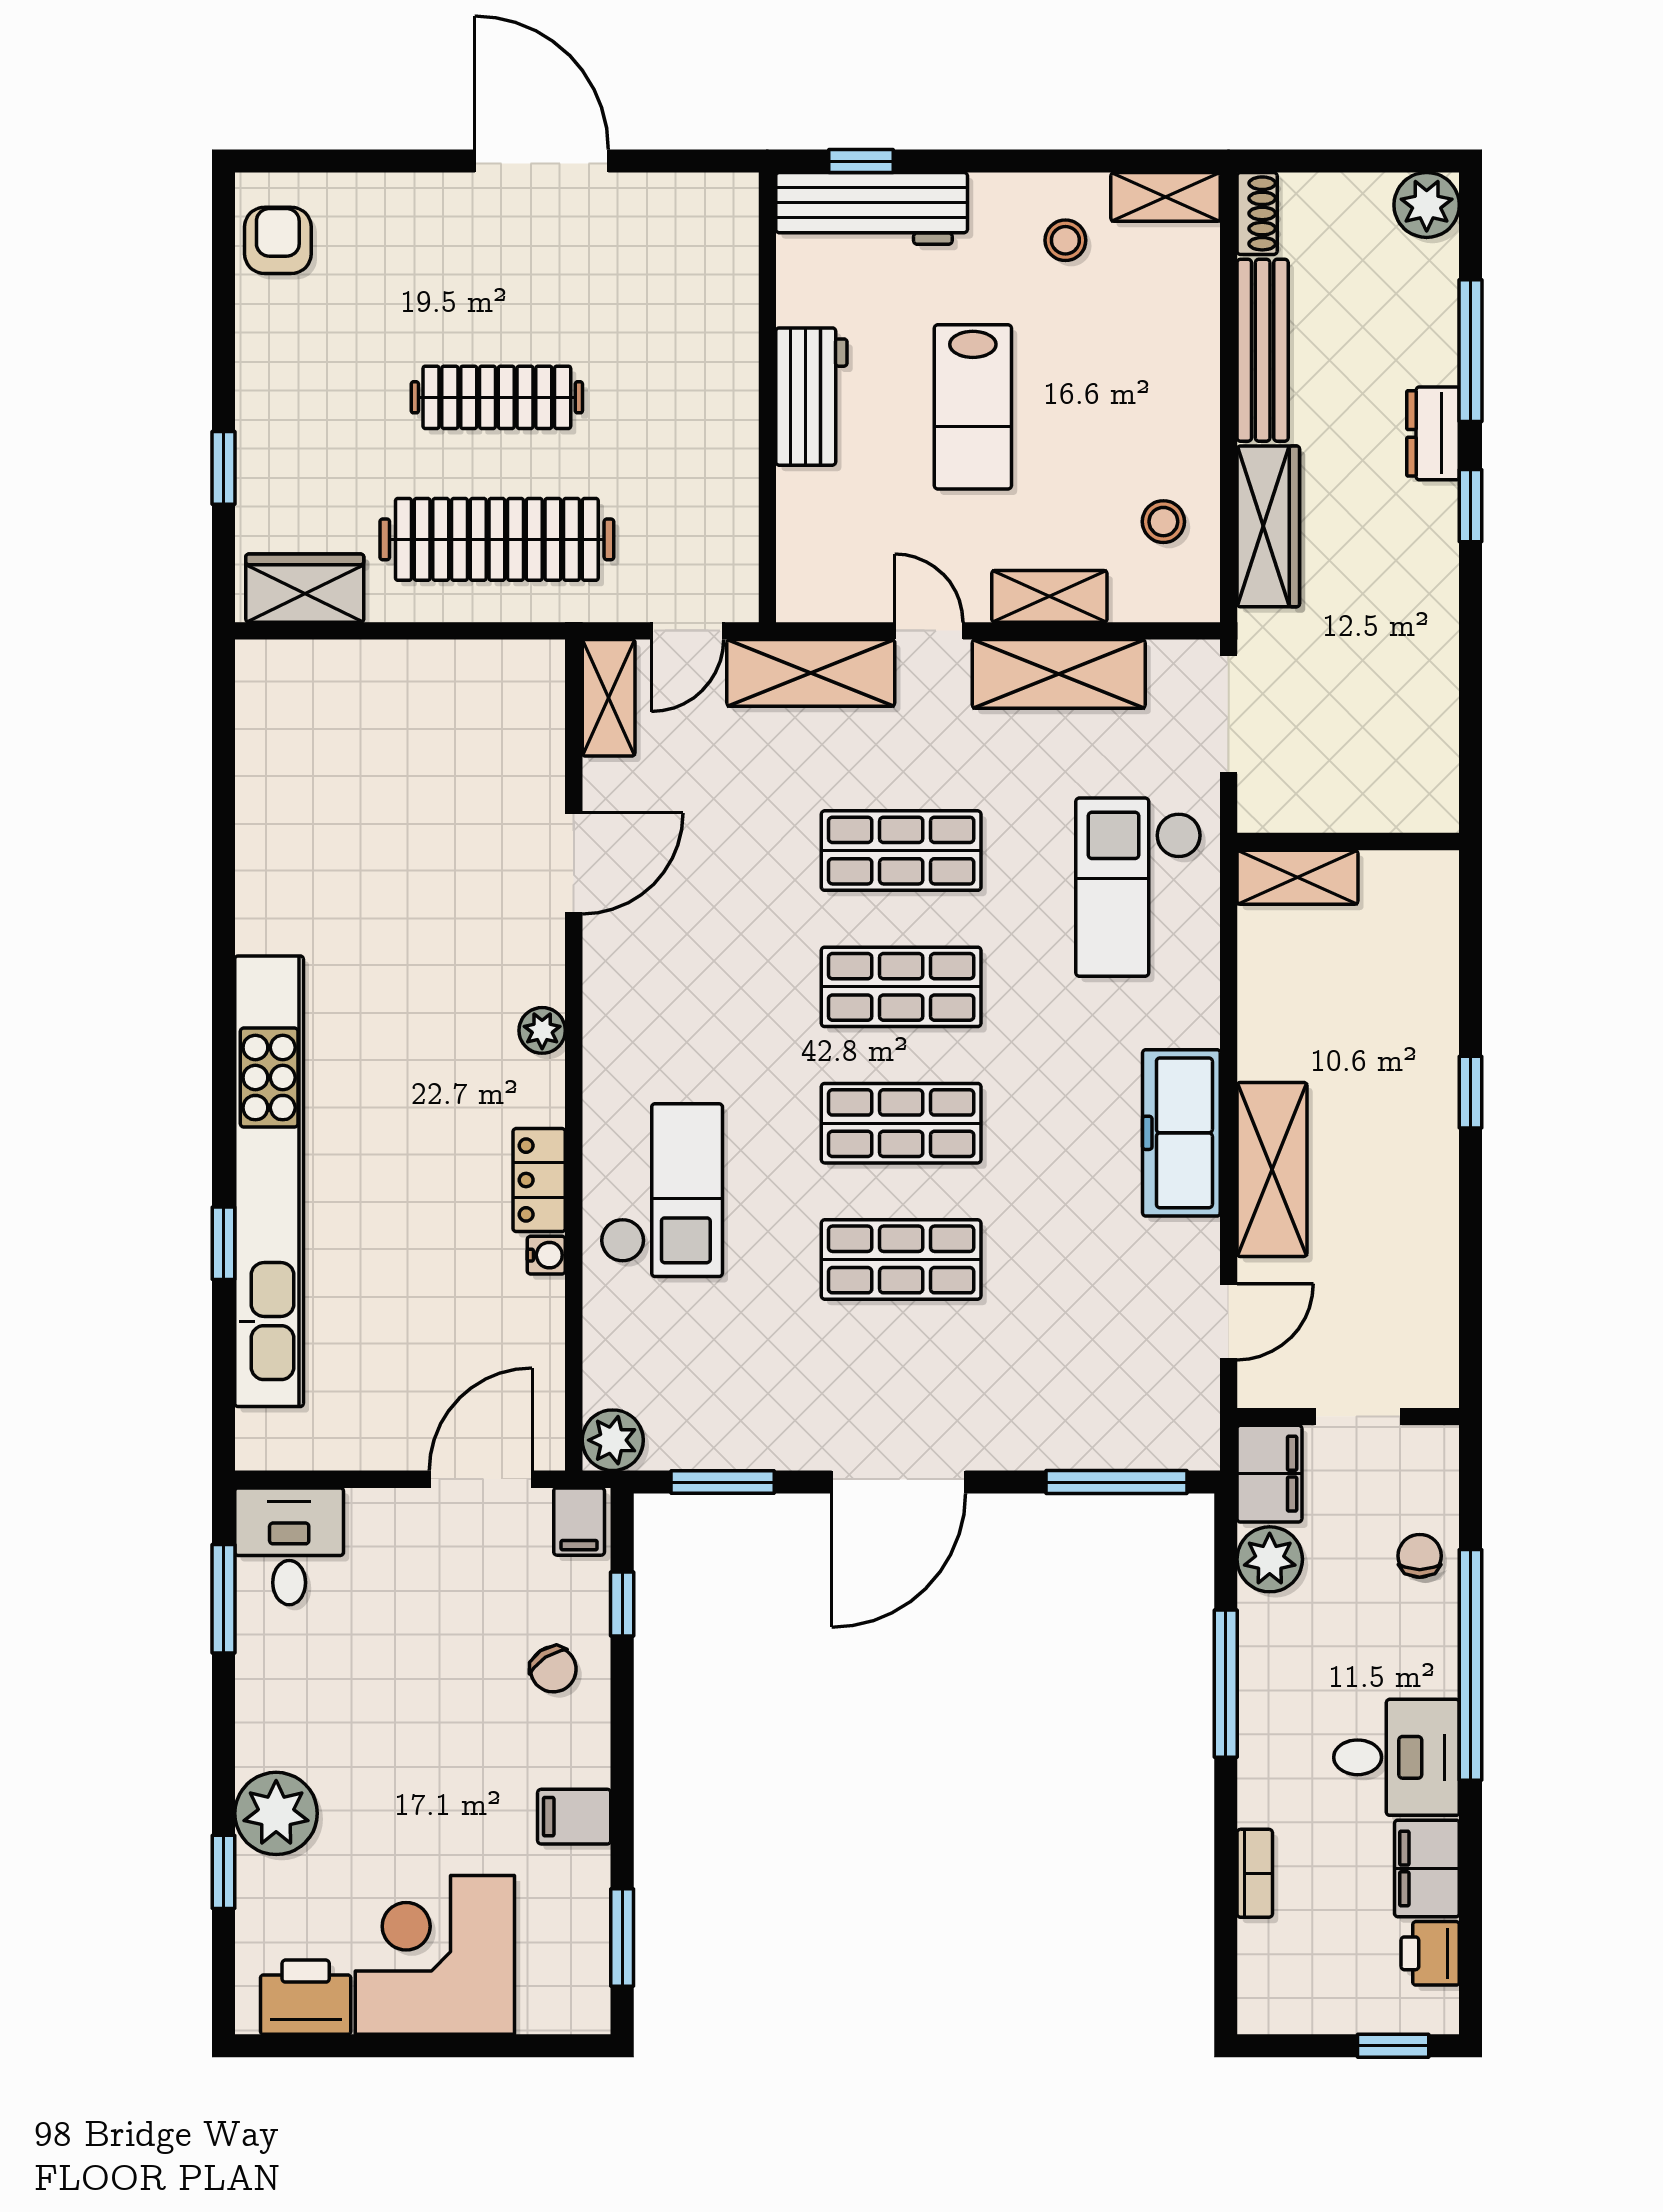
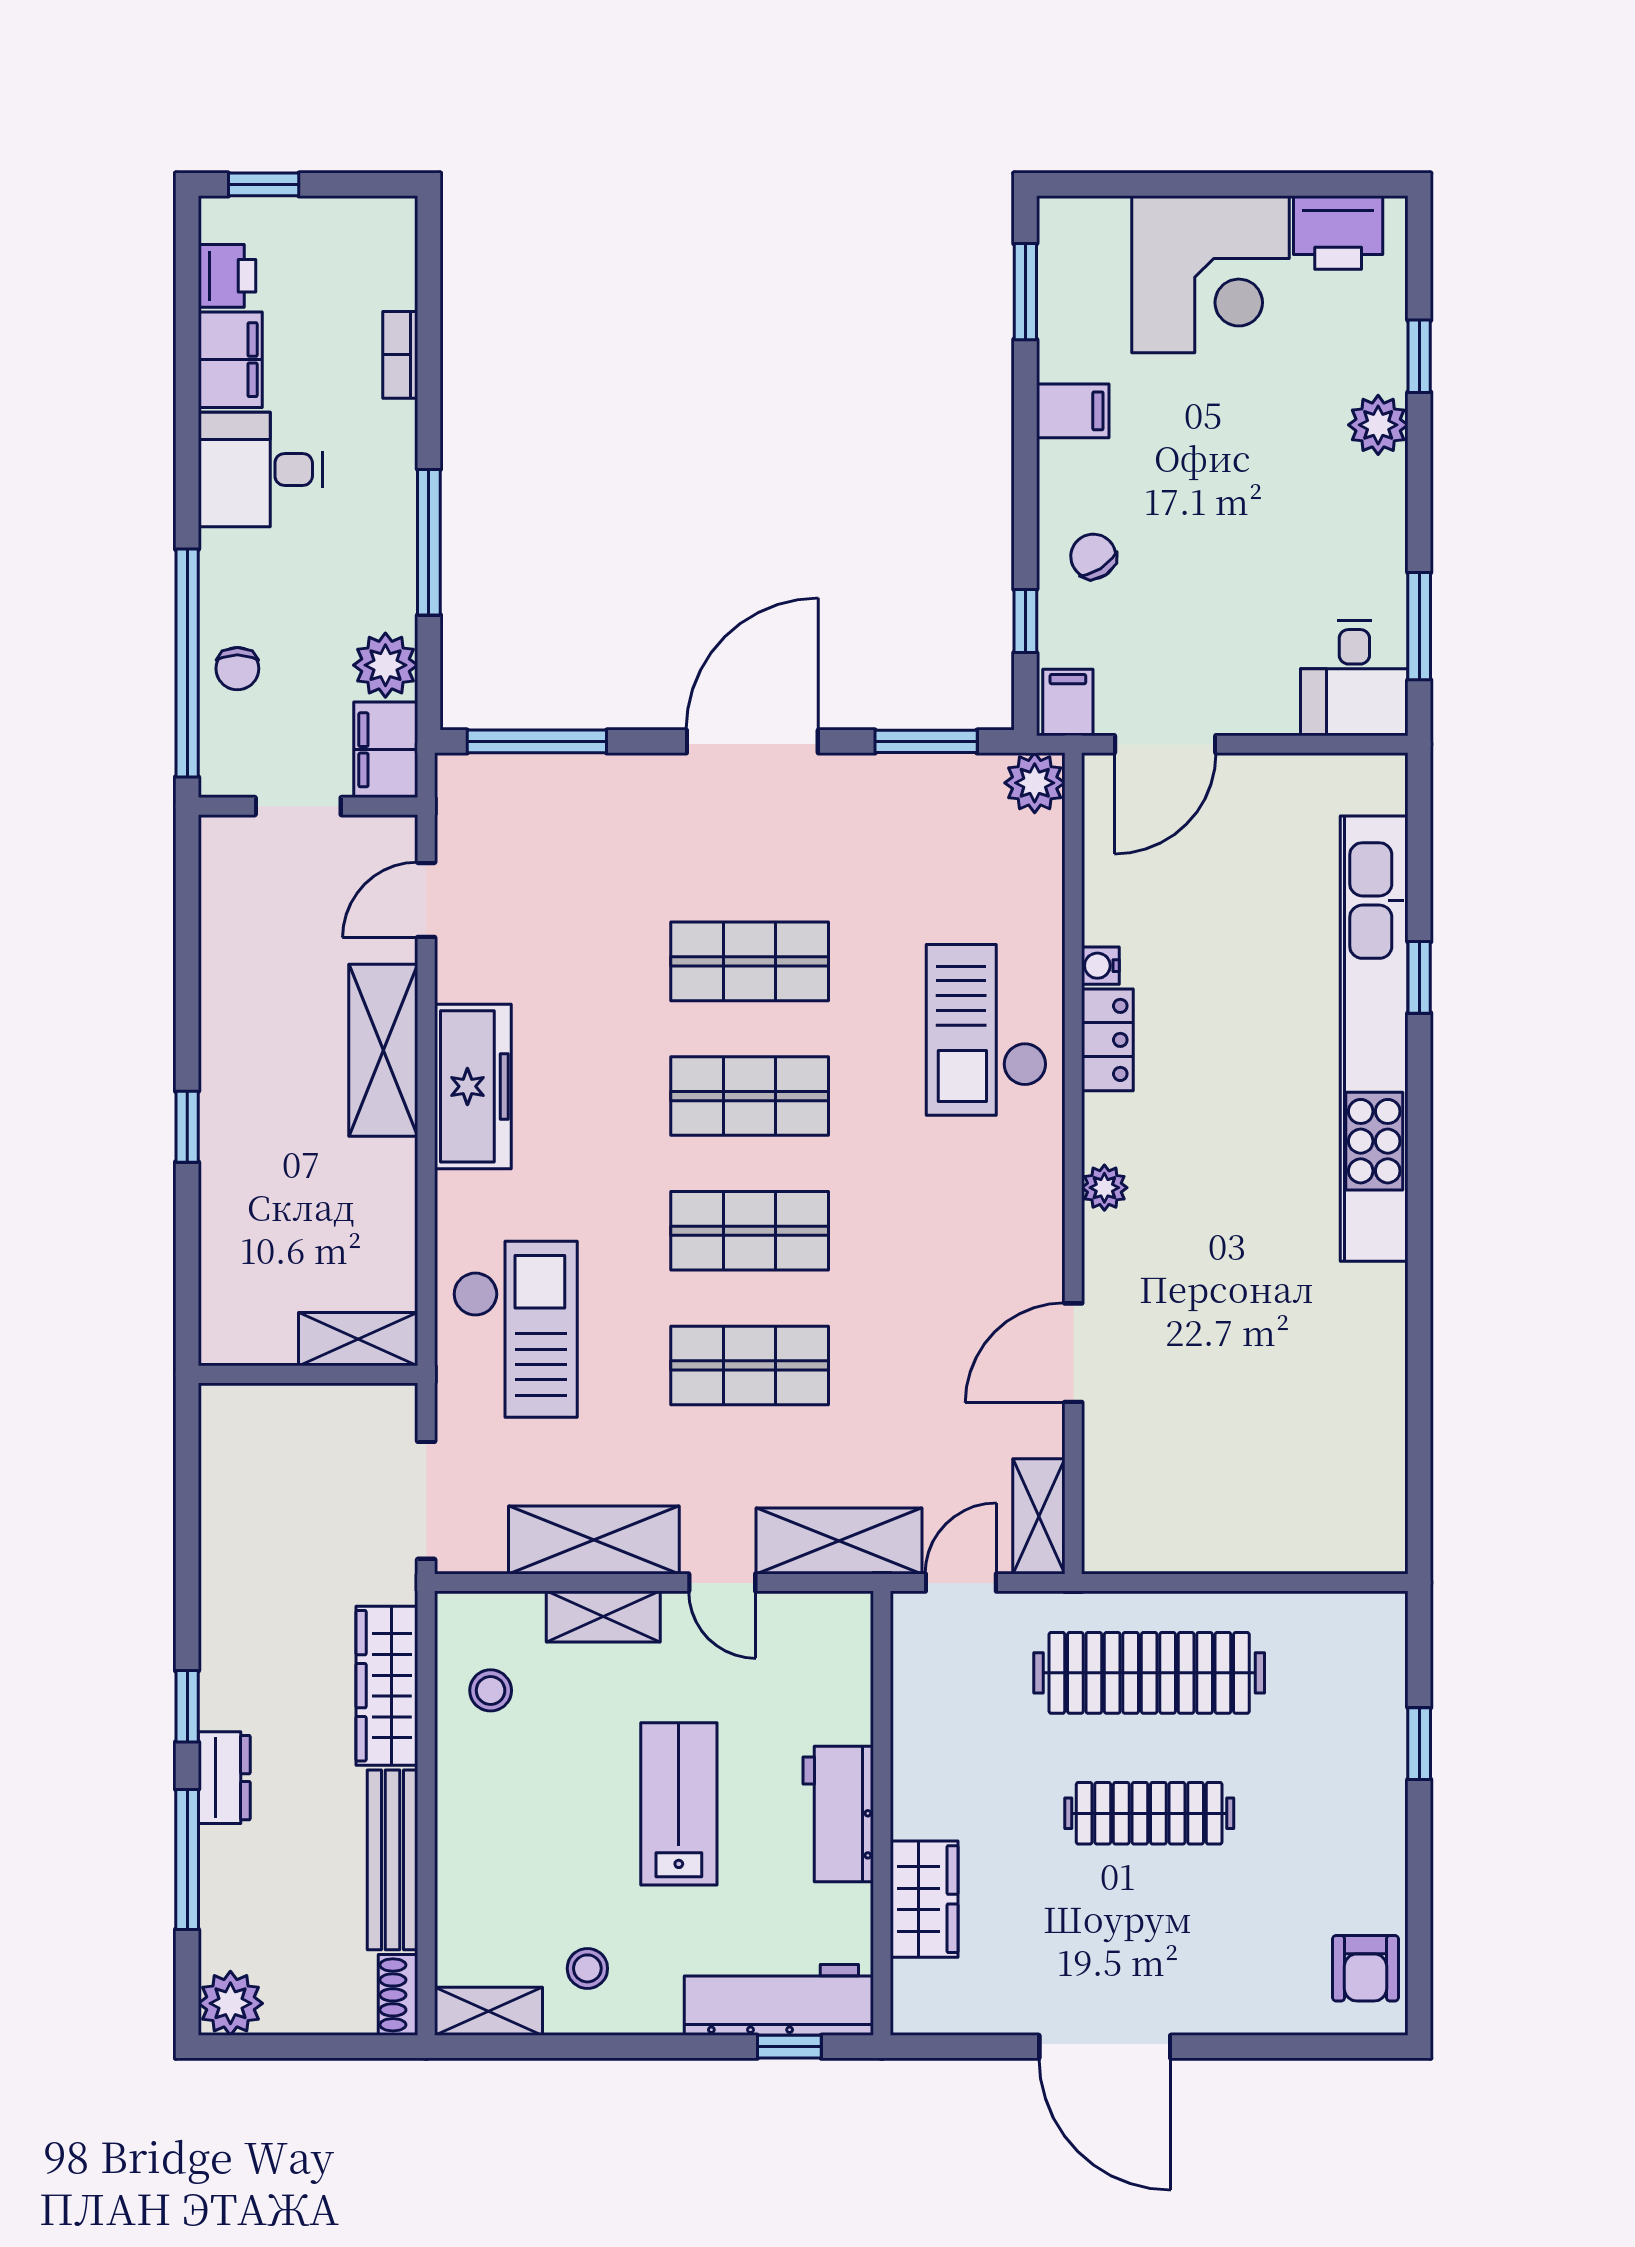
wardrobe: (305, 588) -> (924, 1899), moved, turned -90
window: (1471, 1665) -> (187, 663), moved
plant: (276, 1813) -> (1378, 425), width x0.73, depth x0.73

